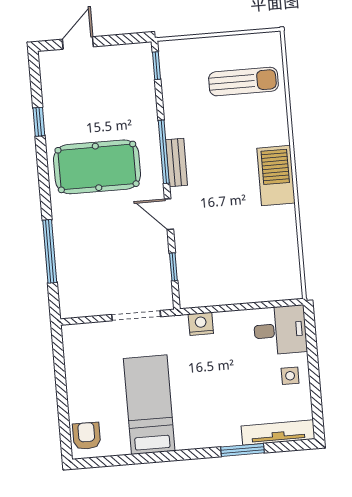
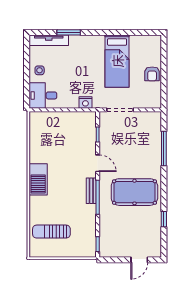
armchair: (87, 436) -> (152, 74), moved

